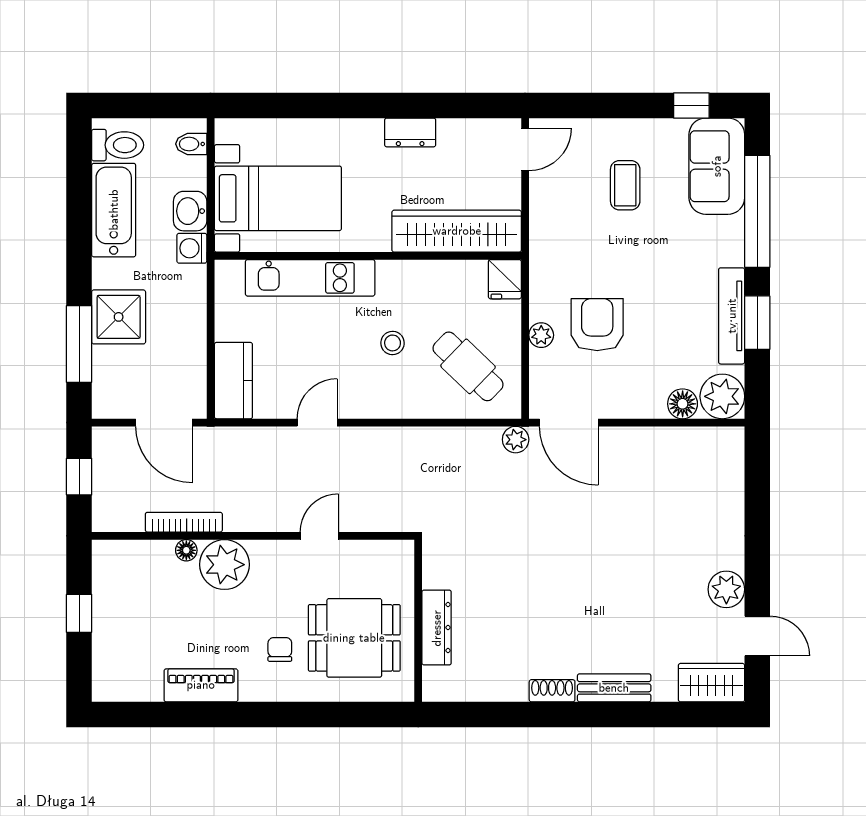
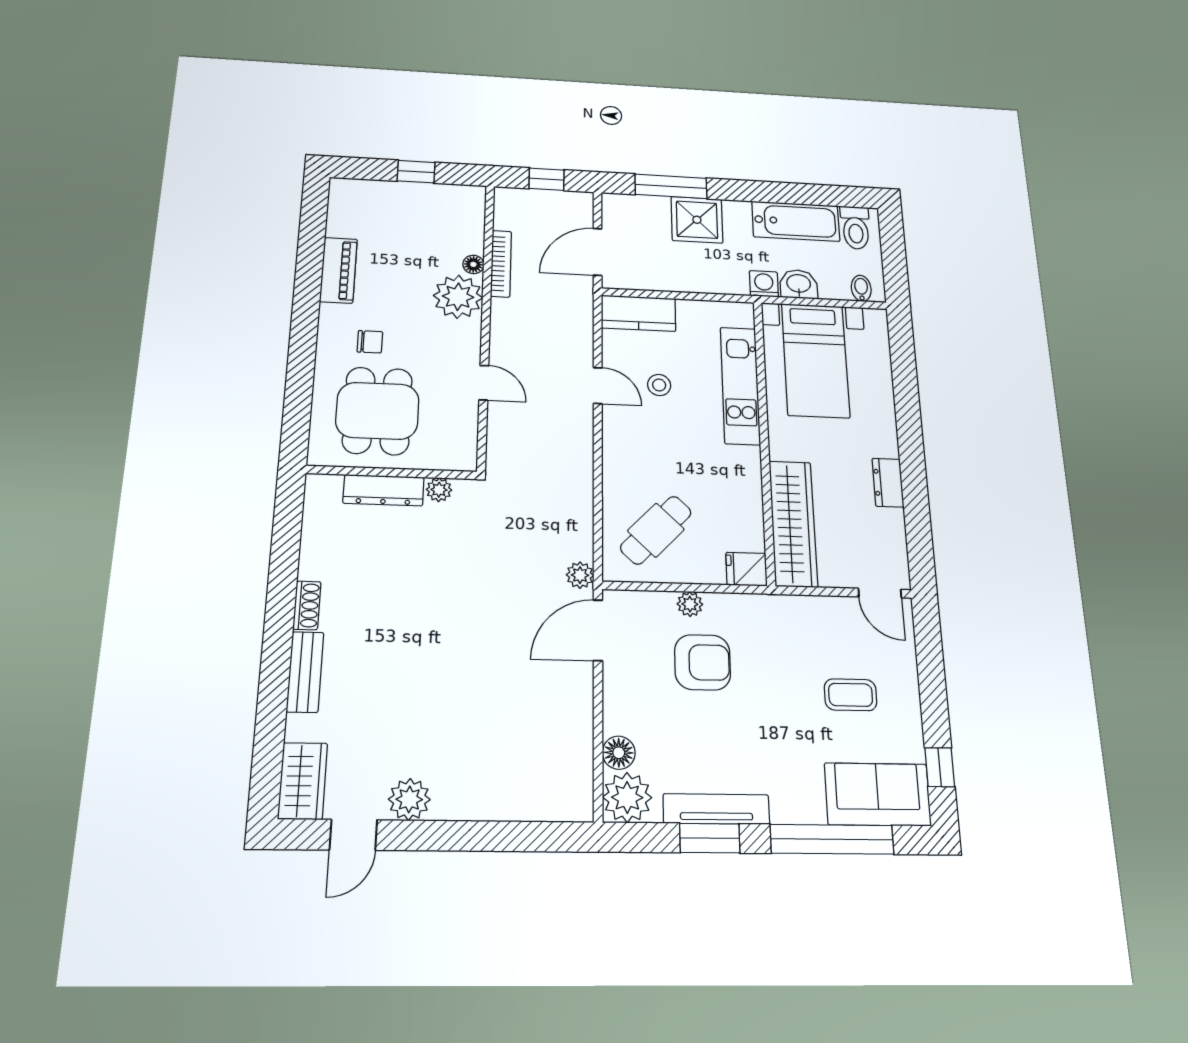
stool: (393, 343) -> (659, 385), moved
plant: (434, 575) -> (439, 490), added

